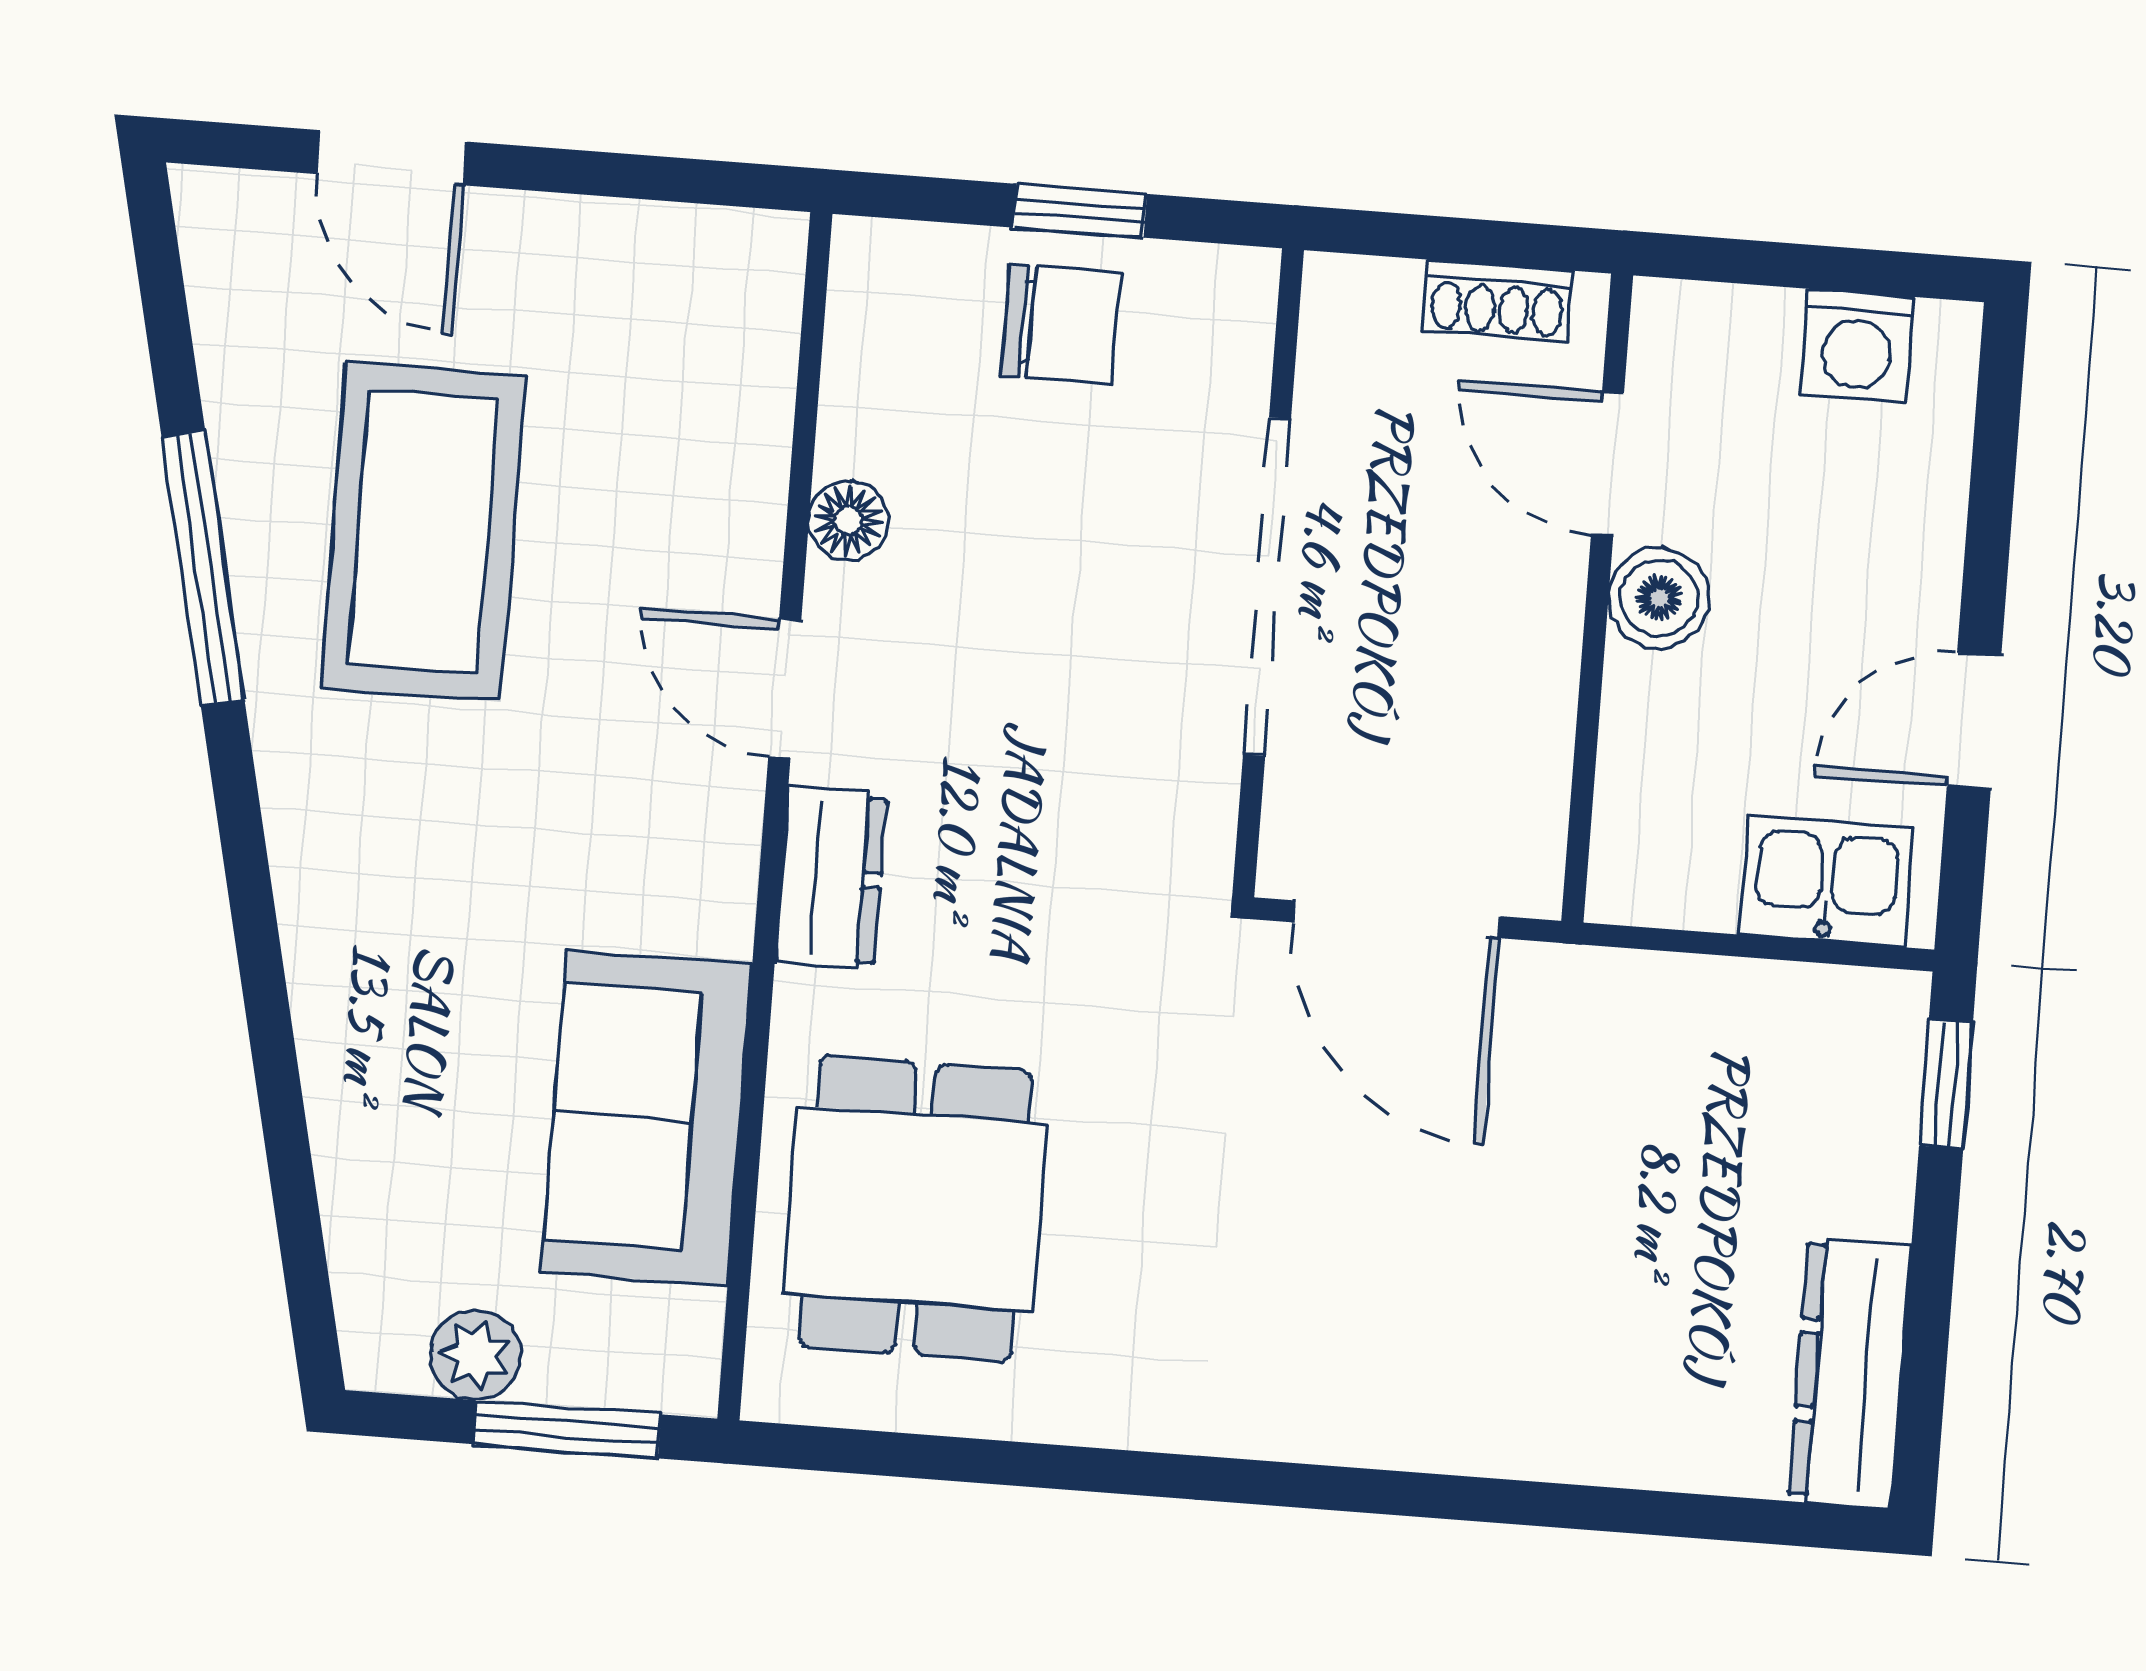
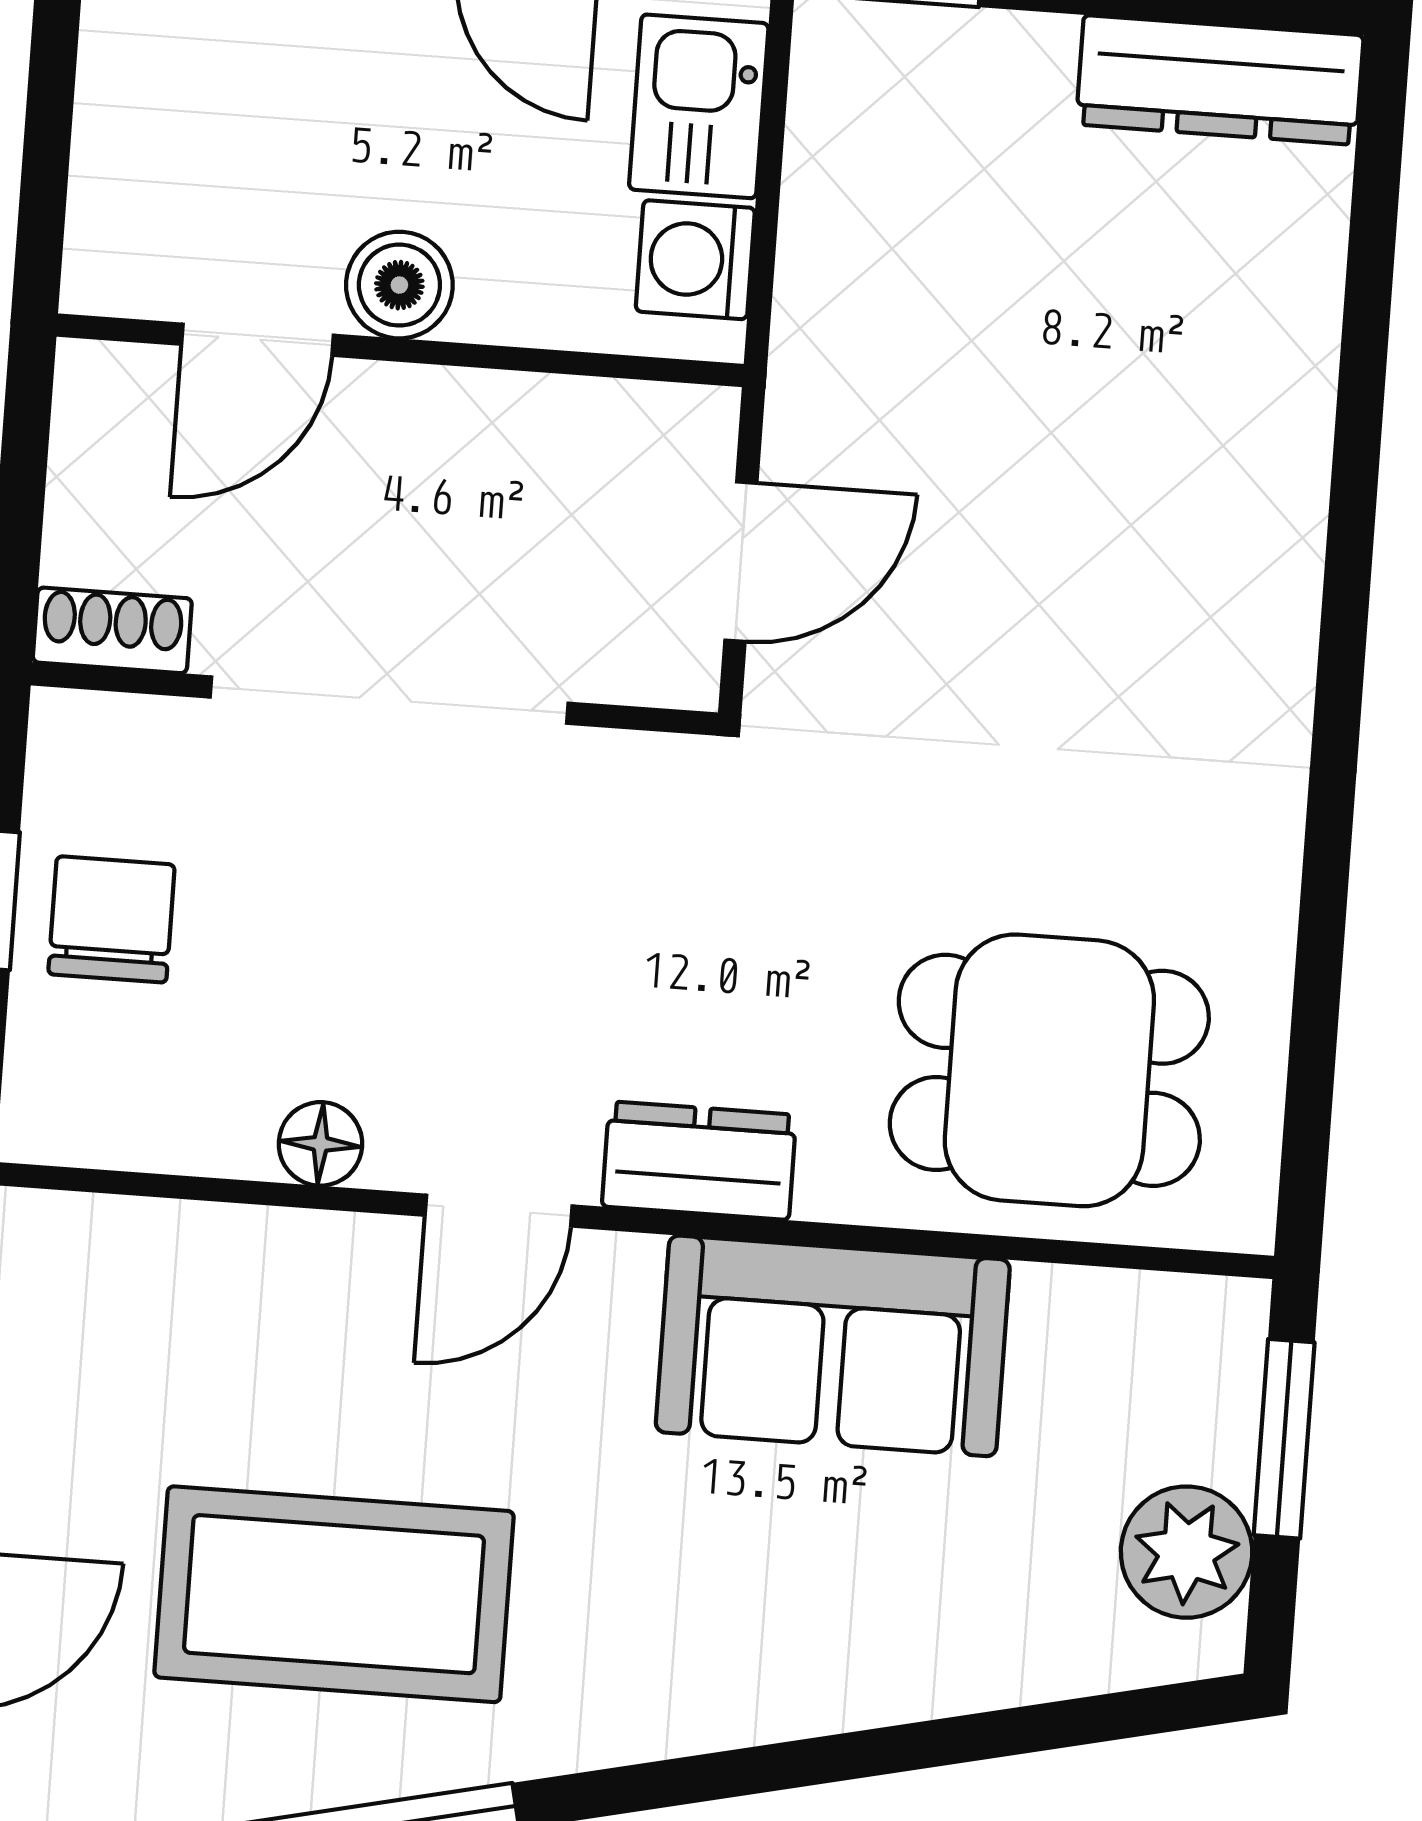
shoe rack: (1497, 301) -> (112, 630), moved, turned -90
washing machine: (1857, 346) -> (695, 260), moved, turned 180
door: (1397, 919) -> (741, 562), width x0.73
sofa: (647, 1118) -> (833, 1346), moved
plant: (476, 1355) -> (1187, 1552), width x1.38, depth x1.38

